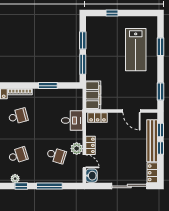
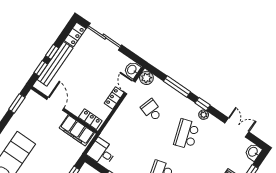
filing cabinet: (93, 95) -> (77, 130), moved, turned -90
desk: (72, 120) -> (102, 152), moved
plant: (77, 149) -> (146, 78), moved
school desk: (18, 155) -> (186, 134), width x1.85

